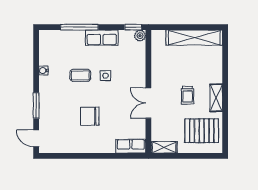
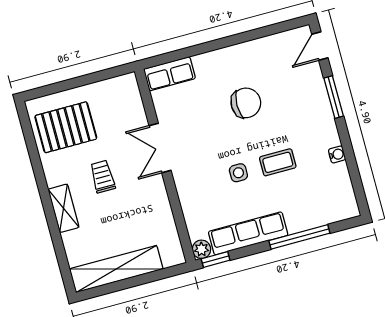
row of seats: (102, 38) -> (248, 233), width x1.48
shelving: (216, 98) -> (64, 208), moved
double door: (148, 103) -> (160, 148), swing flipped
door: (36, 138) -> (320, 46), swing flipped
shelving: (164, 147) -> (117, 86), removed

